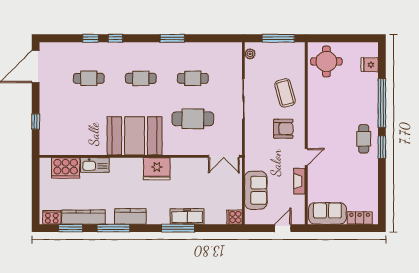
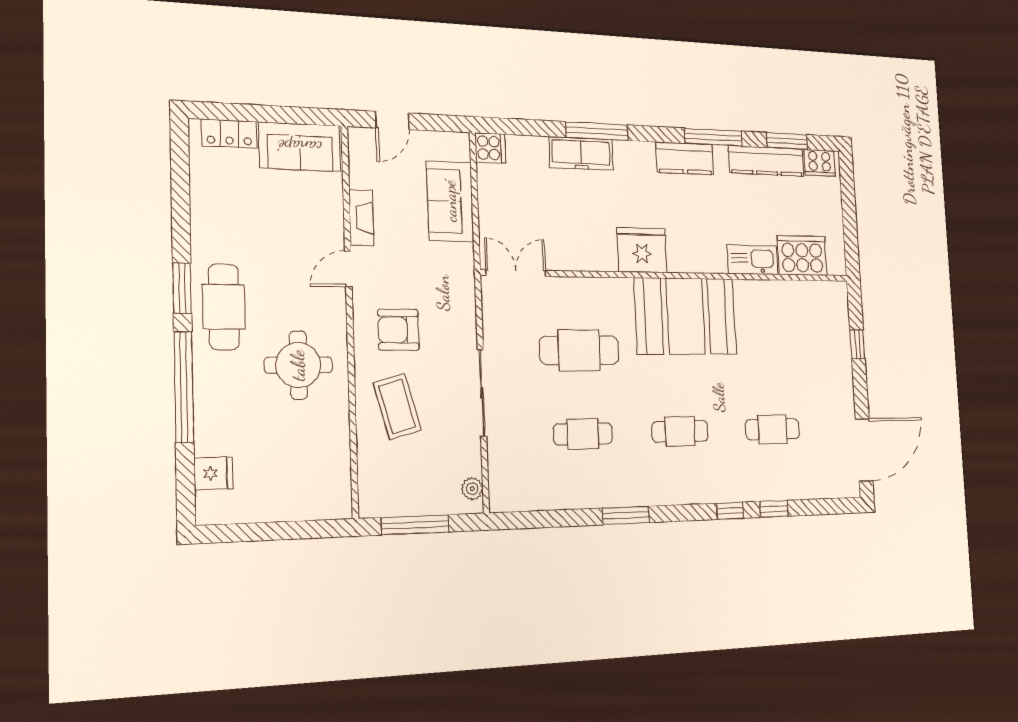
round table: (326, 61) -> (298, 365), moved
cafe table: (364, 139) -> (224, 307), width x1.37, depth x1.35

